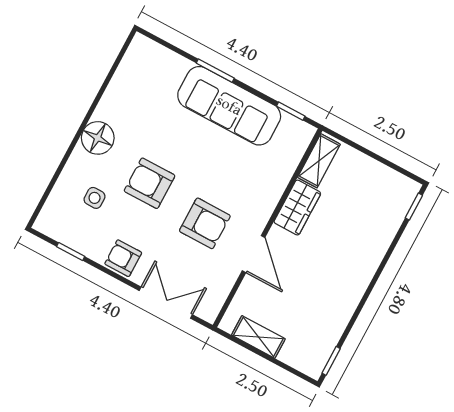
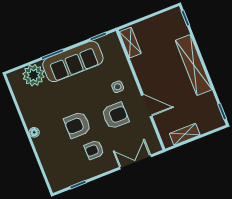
plant: (166, 69) -> (33, 75), added
floor lamp: (98, 138) -> (34, 132), width x0.53, depth x0.53
side table: (95, 198) -> (118, 87), moved
wardrobe: (297, 208) -> (143, 69), removed
armchair: (123, 258) -> (94, 150), moved
shelving: (361, 271) -> (194, 65), added

